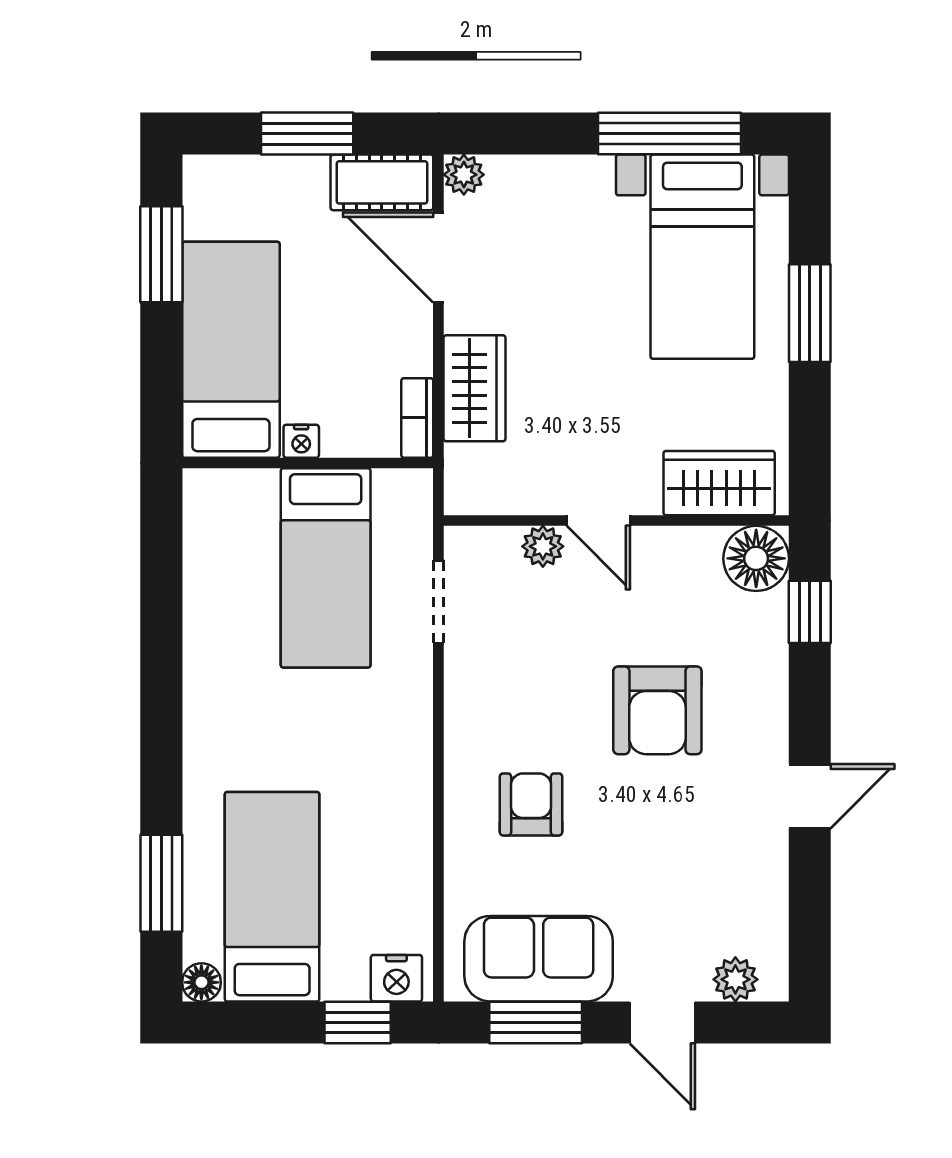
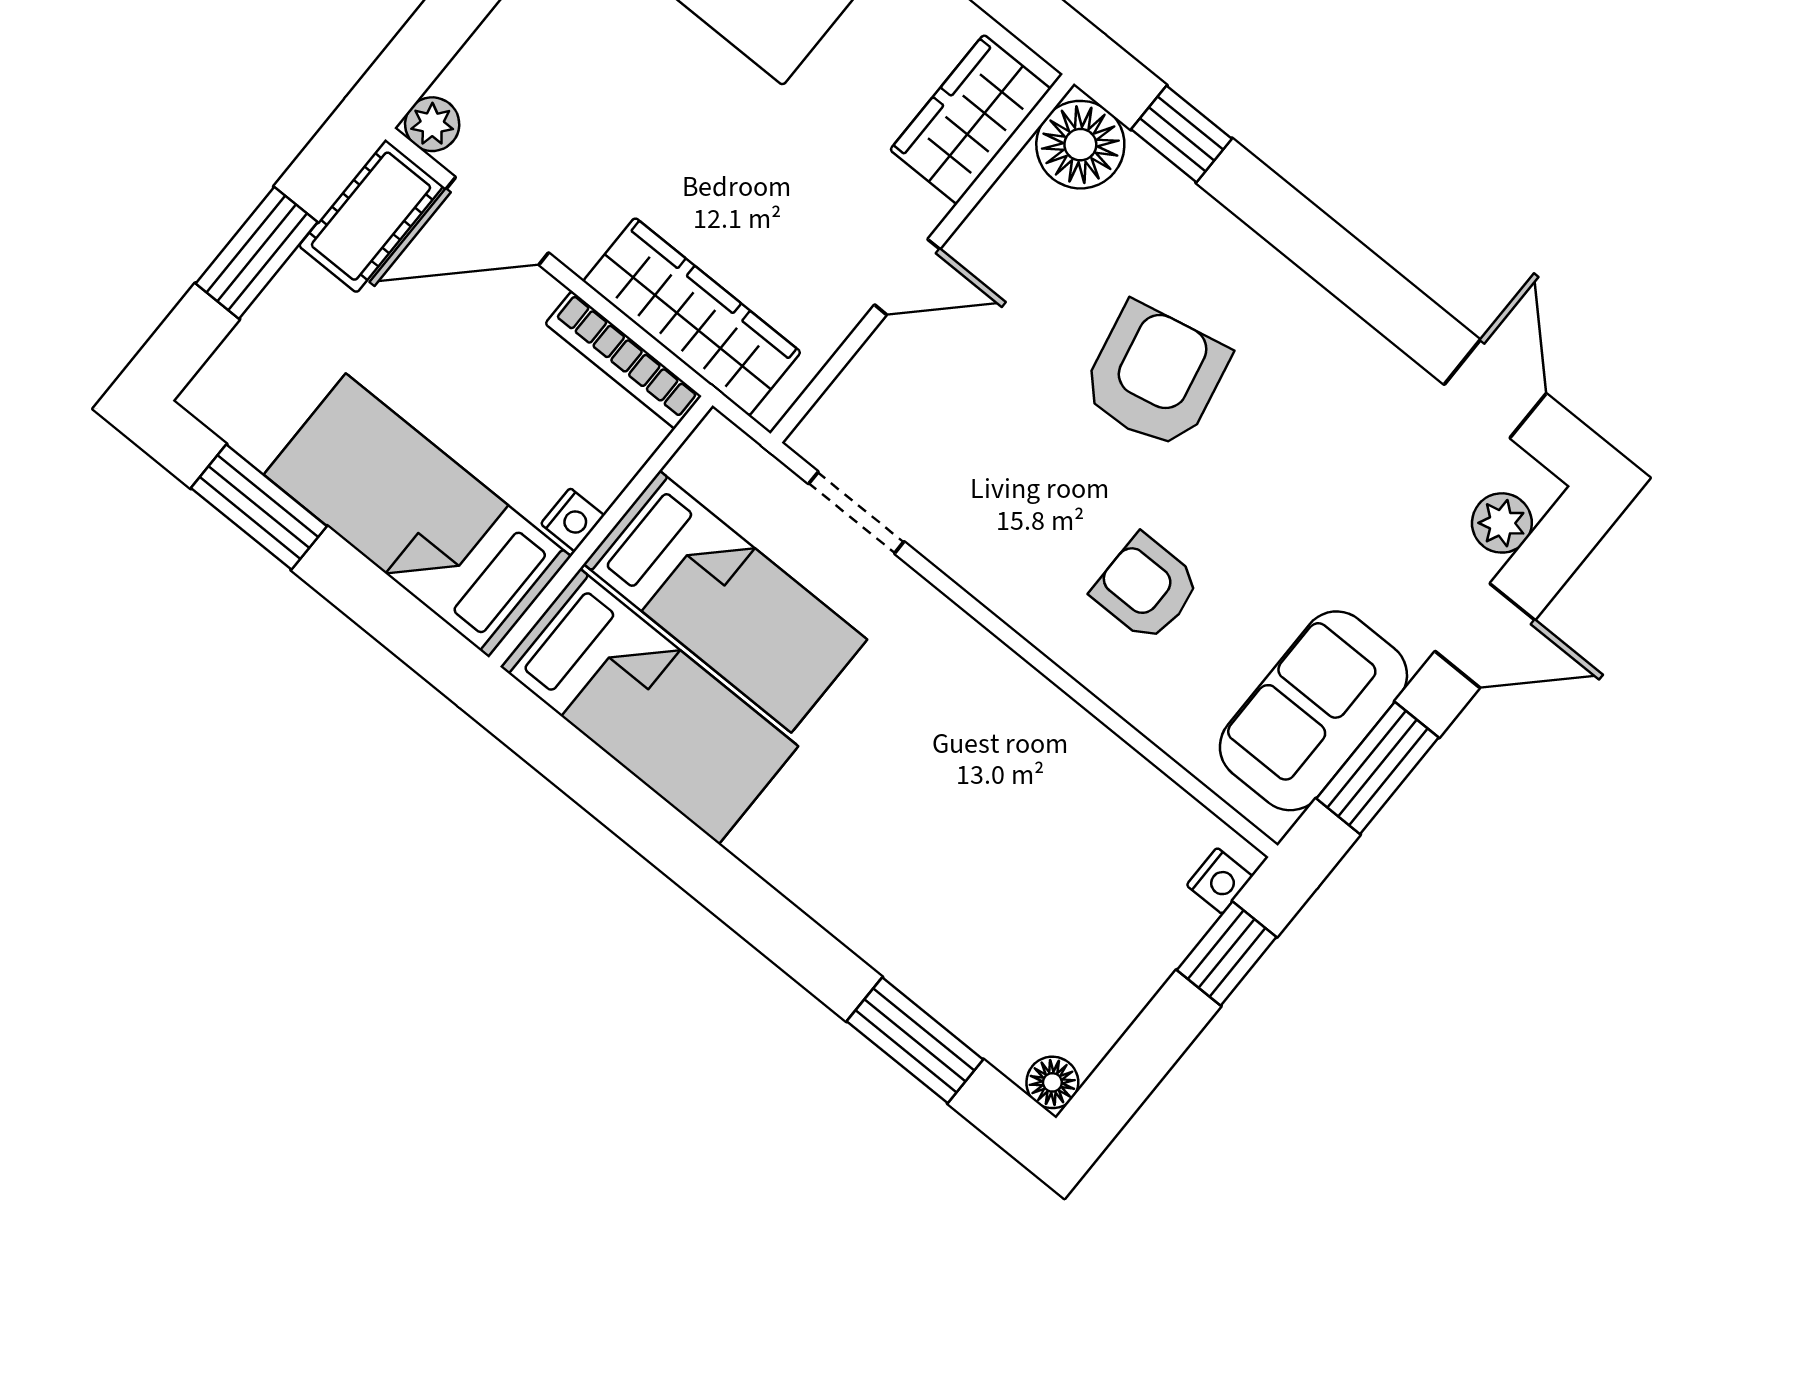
wardrobe: (475, 388) -> (692, 317), width x1.50
bookcase: (417, 418) -> (623, 360), width x1.56
plant: (543, 546) -> (887, 357), removed
armchair: (657, 710) -> (1155, 376), turned -102
door: (810, 796) -> (1495, 389), moved
bed: (272, 897) -> (649, 706), moved, turned 180
nightstand: (396, 978) -> (1220, 881), width x0.72, depth x0.74

